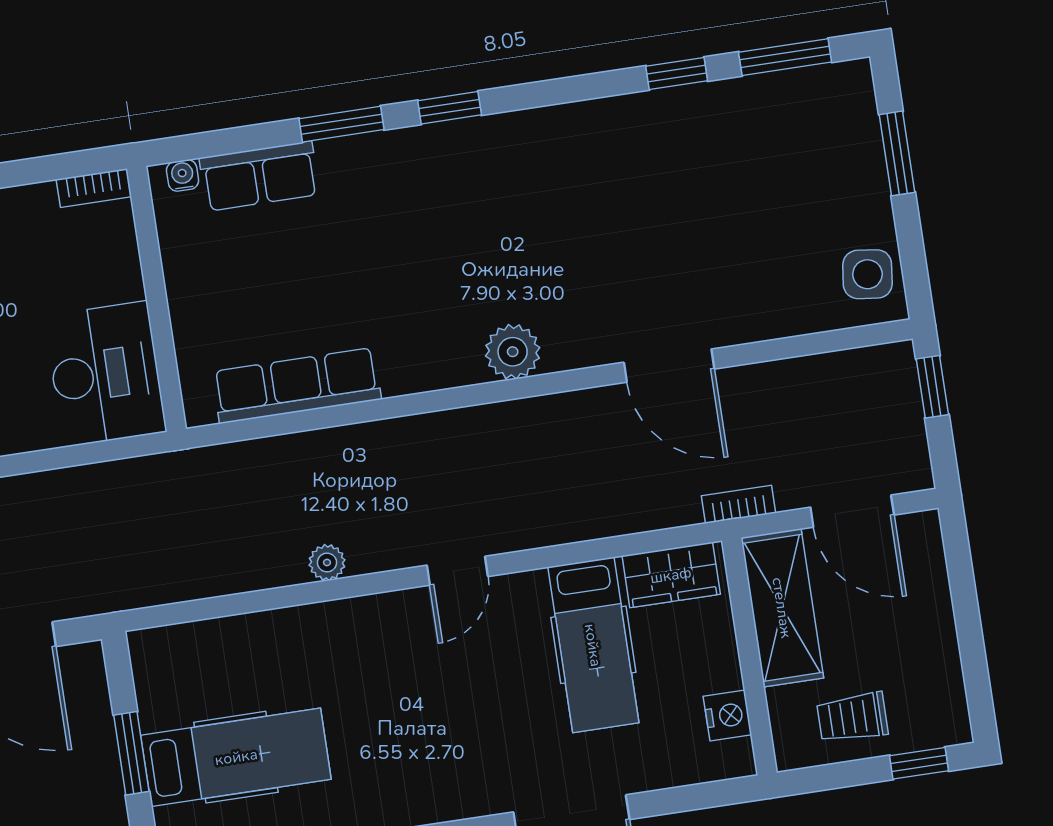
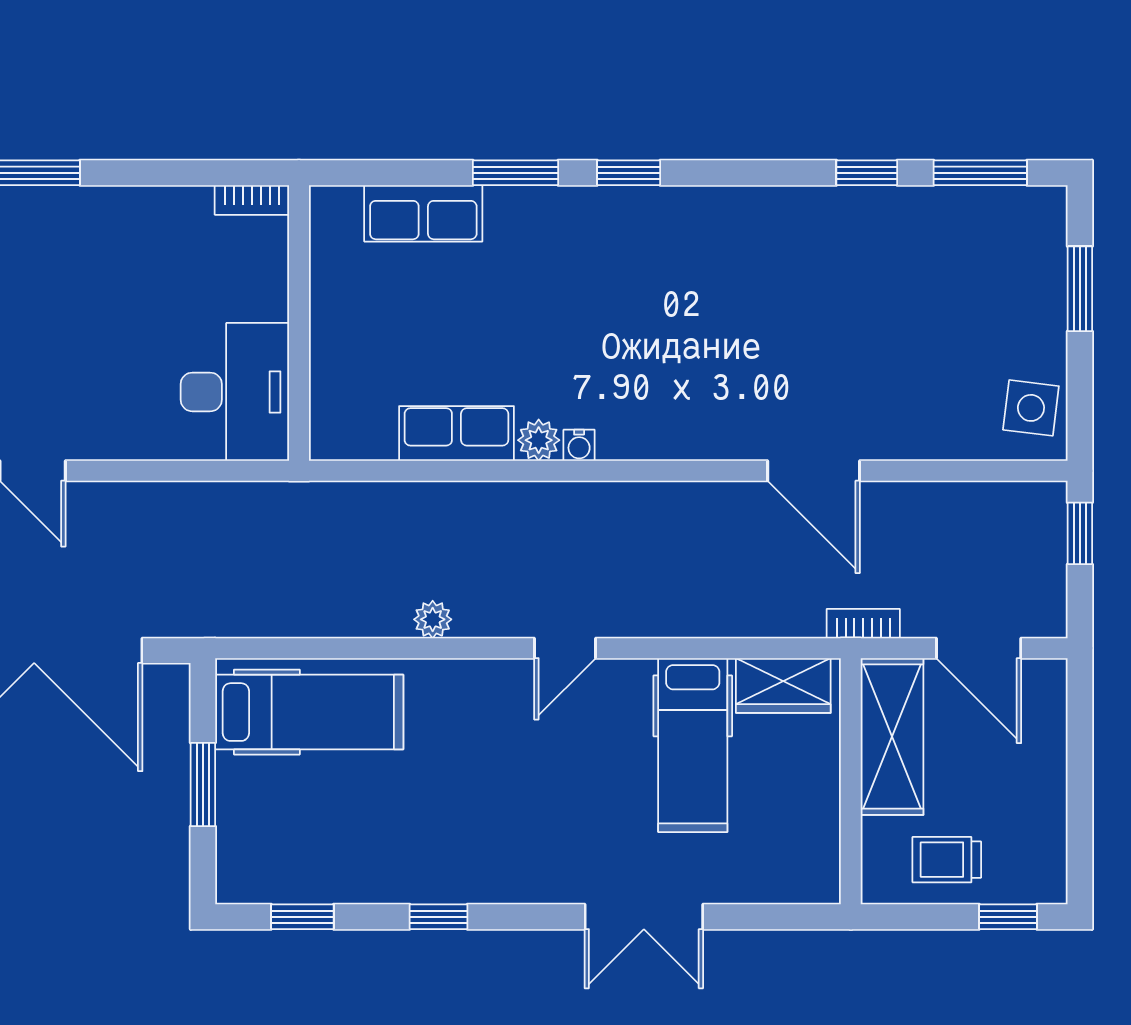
water cooler: (183, 175) -> (579, 445), moved, turned 180
plant: (513, 352) -> (539, 440), moved, width x0.73, depth x0.73
row of seats: (297, 386) -> (456, 433), width x0.68
nightstand: (727, 715) -> (819, 838), removed
hospital bed: (236, 757) -> (309, 712), moved

